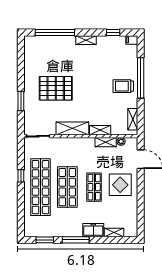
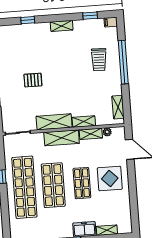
window: (55, 32) -> (28, 20), width x0.32
trolley: (123, 86) -> (99, 60), moved, turned -88
pallet: (56, 88) -> (33, 80), width x0.49, depth x0.50
shelving: (78, 144) -> (62, 138), added

